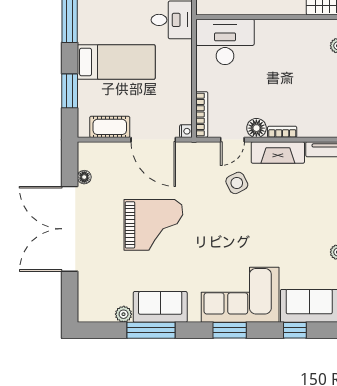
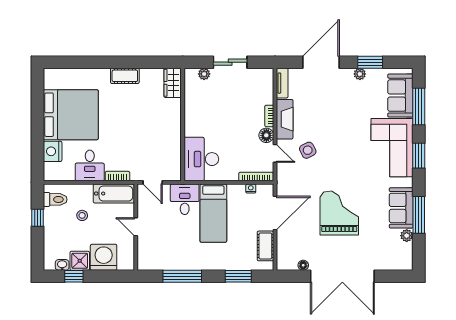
bed: (116, 62) -> (213, 213), moved, turned 180
nightstand: (186, 131) -> (251, 189), moved
window: (295, 330) -> (419, 106), width x2.17

